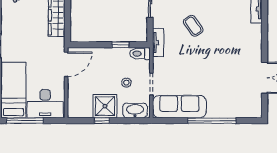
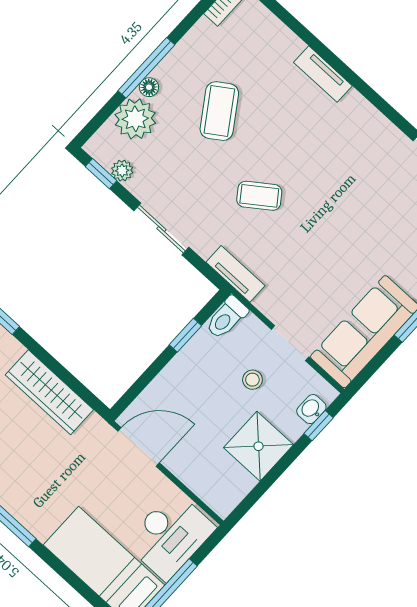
door: (66, 64) -> (139, 447), hinge flipped
washbasin: (135, 110) -> (311, 409), width x0.52, depth x0.69
window: (102, 121) -> (319, 426), moved

